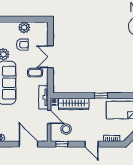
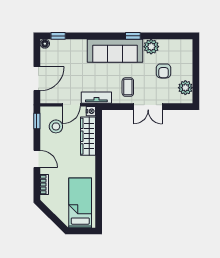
plant: (24, 27) -> (185, 88), moved
double door: (50, 57) -> (148, 107), swing flipped
window: (101, 96) -> (99, 171), removed
door: (92, 144) -> (37, 159), swing flipped

